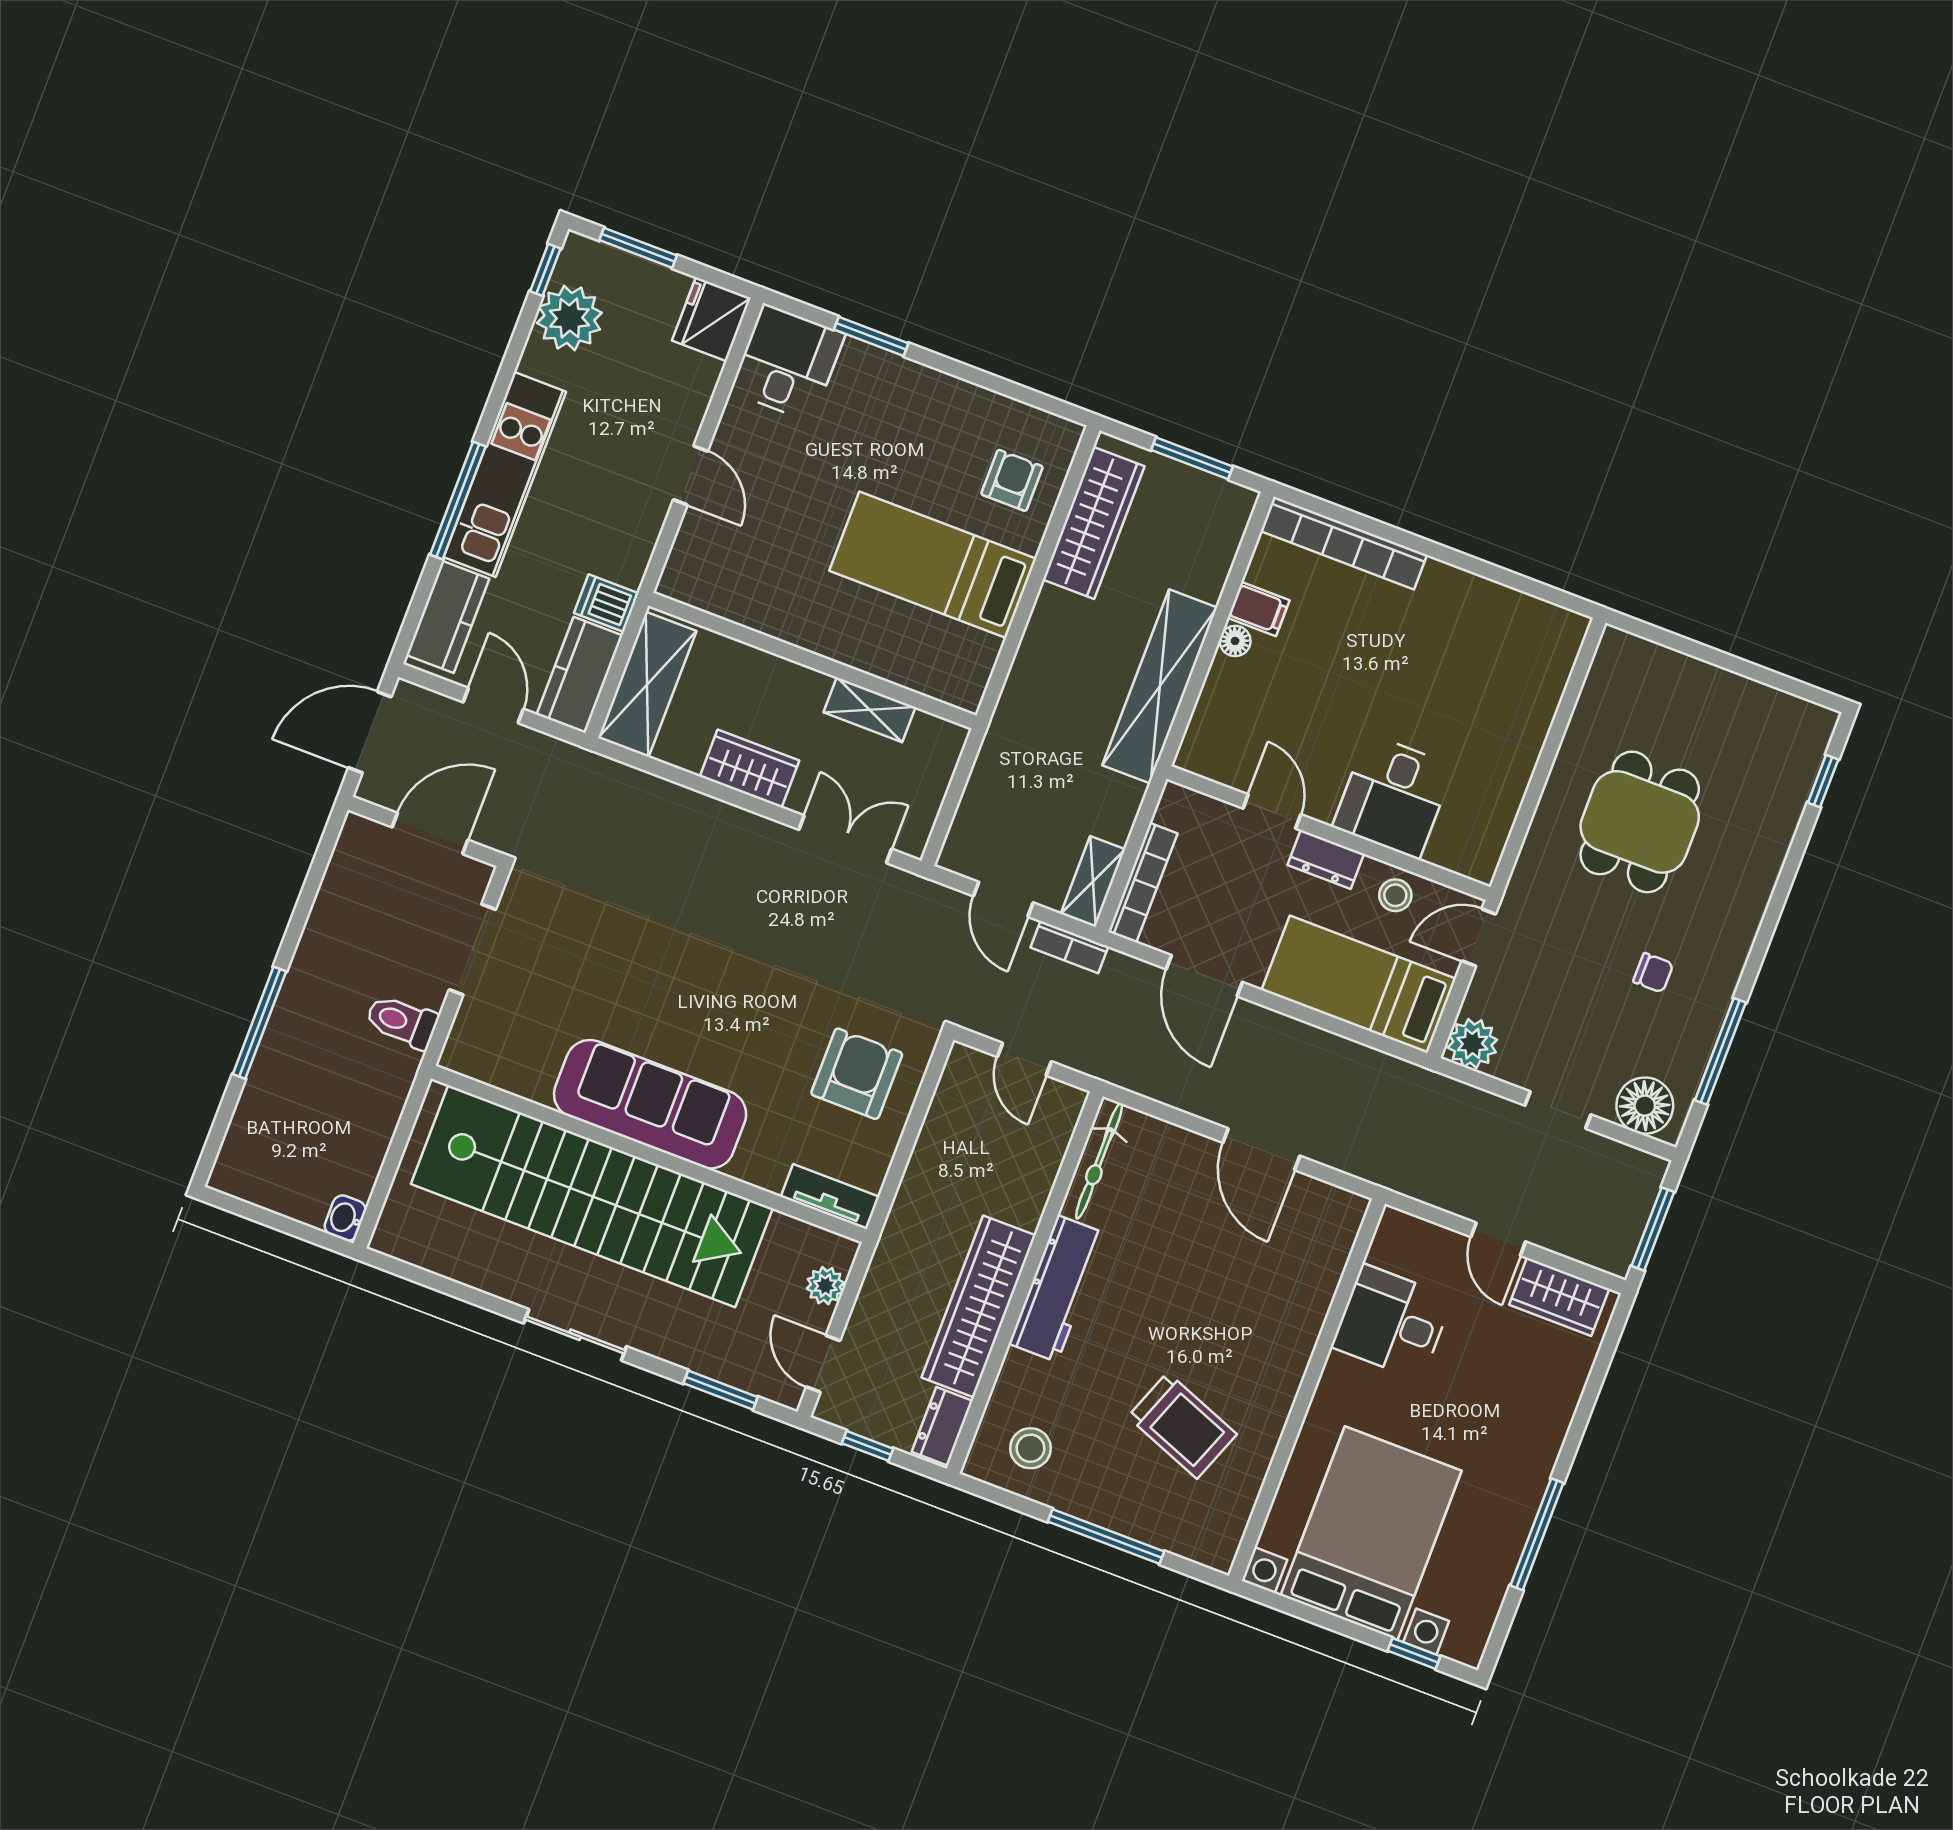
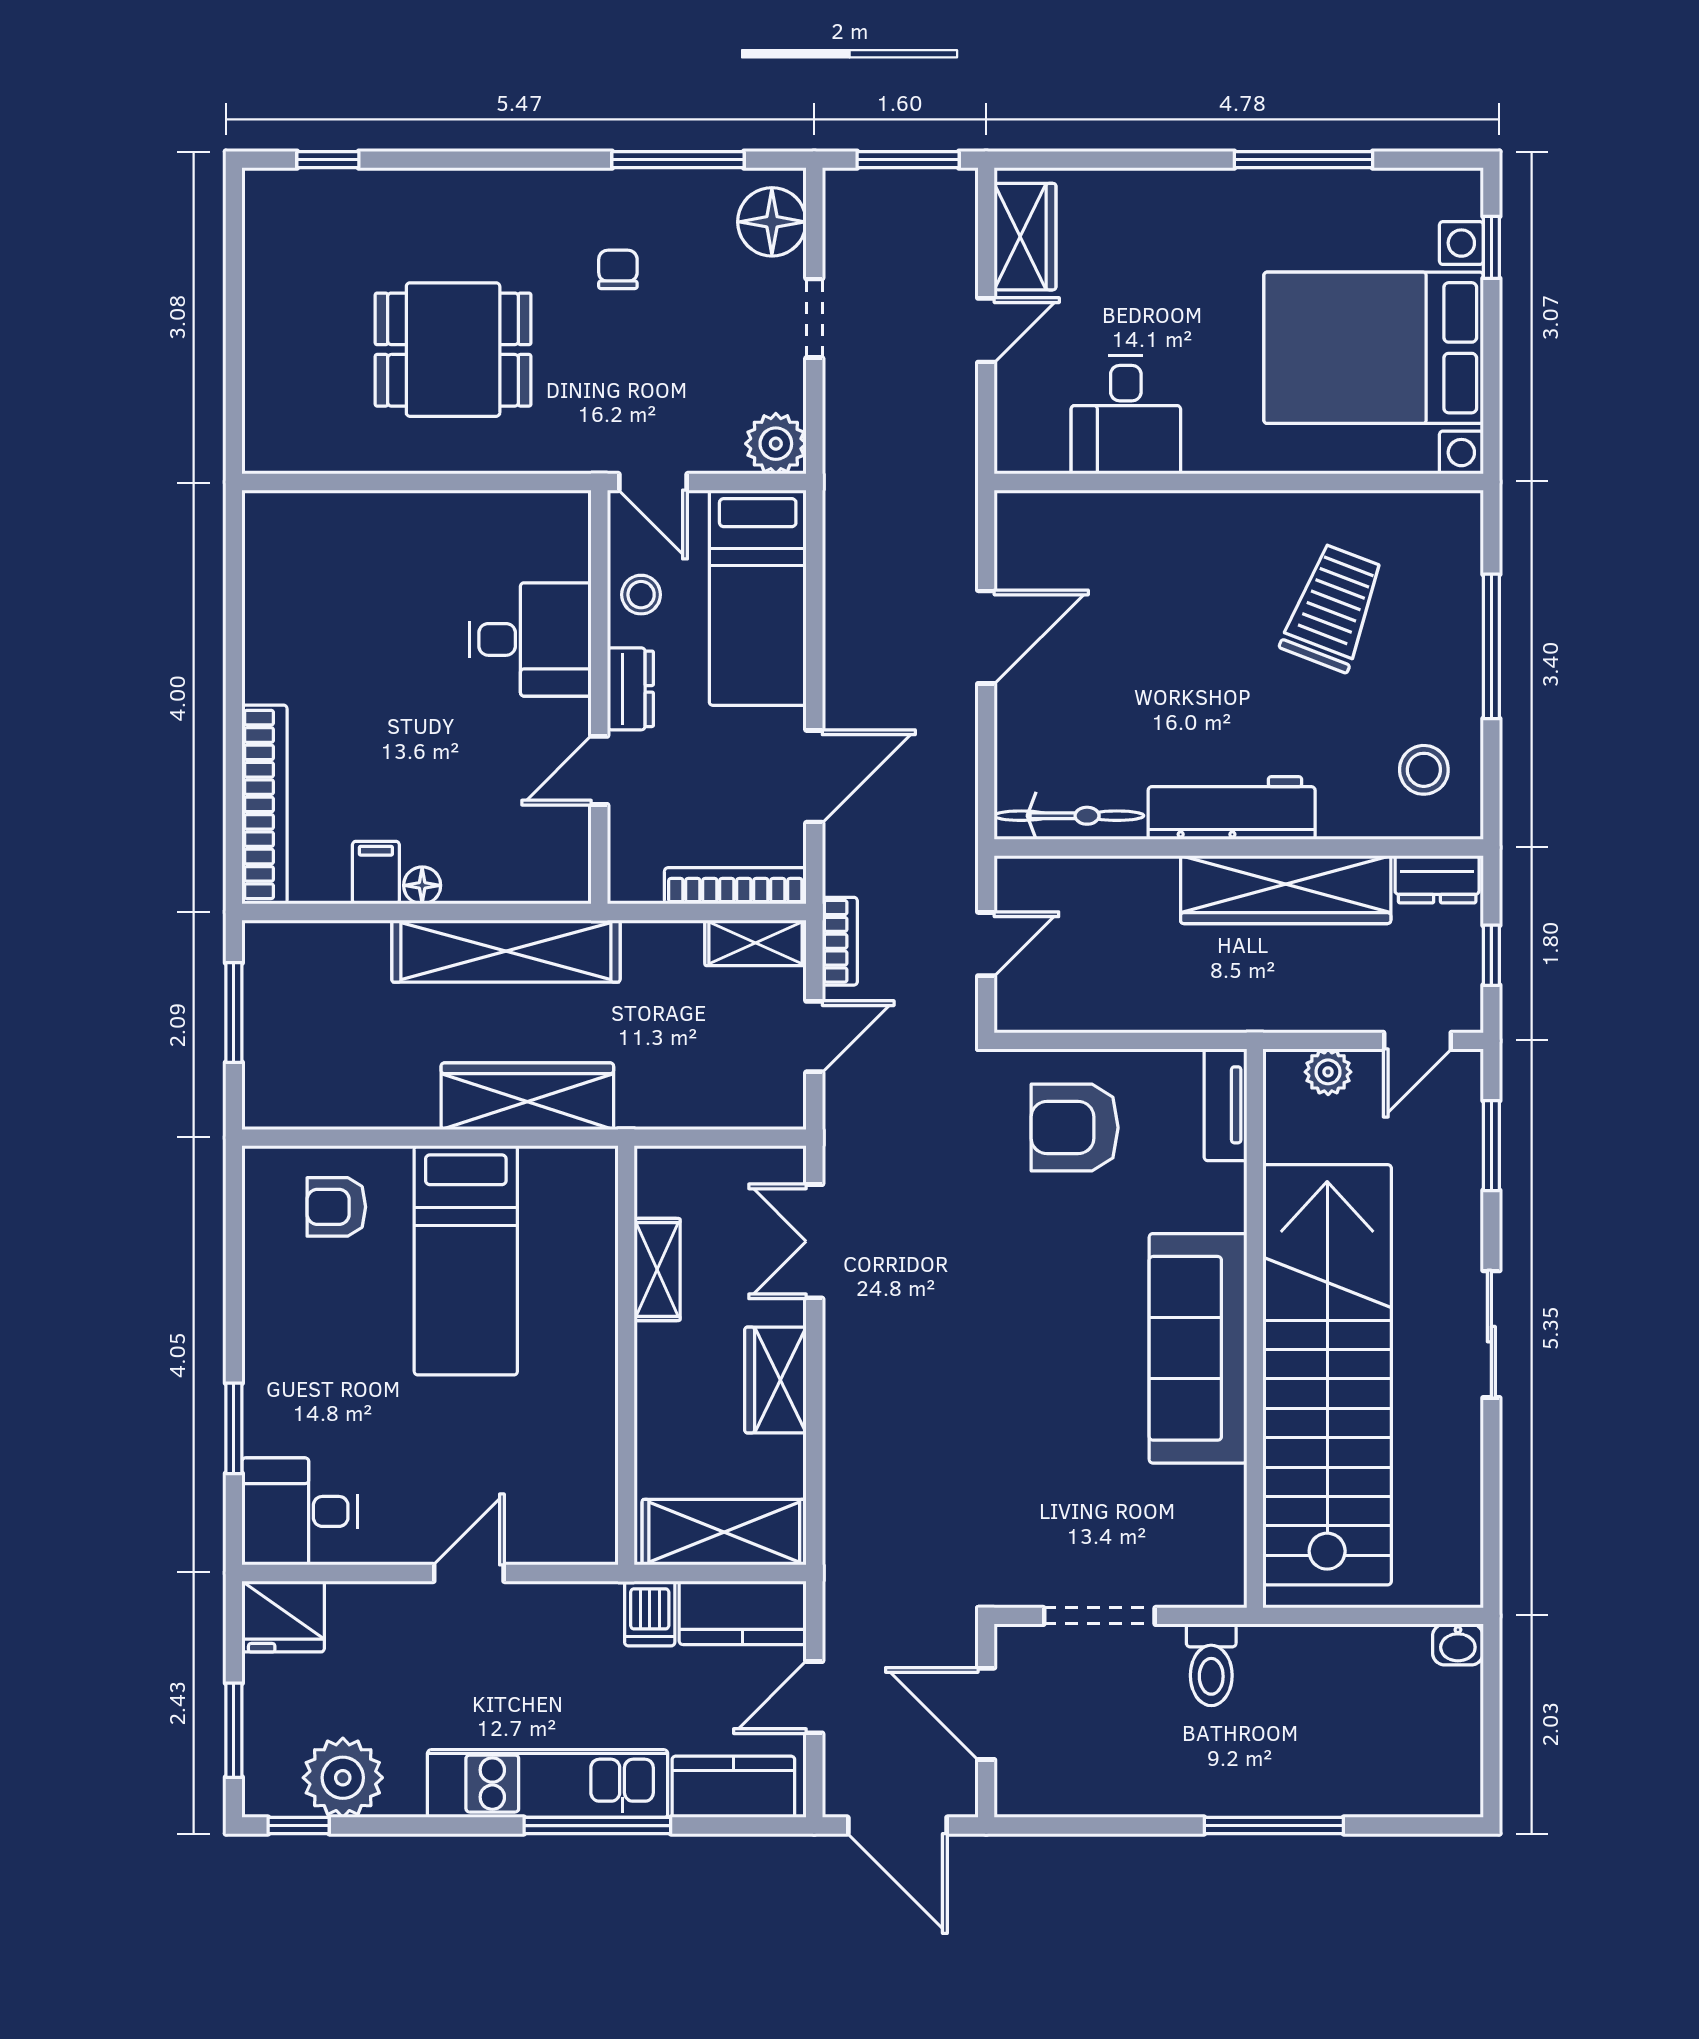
wardrobe: (1094, 523) -> (527, 1096), moved

